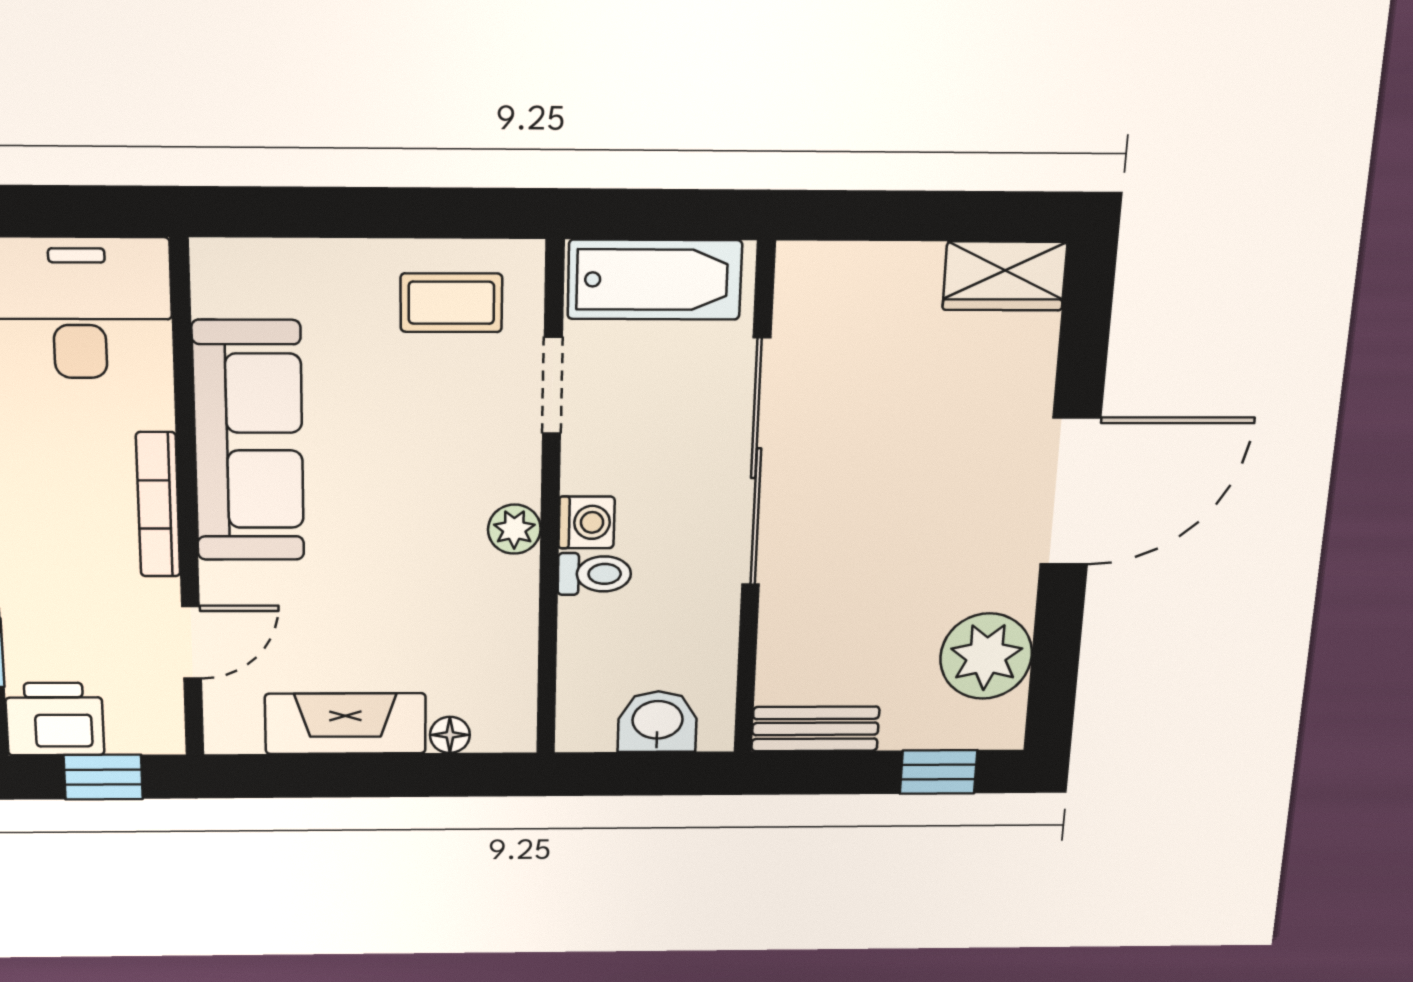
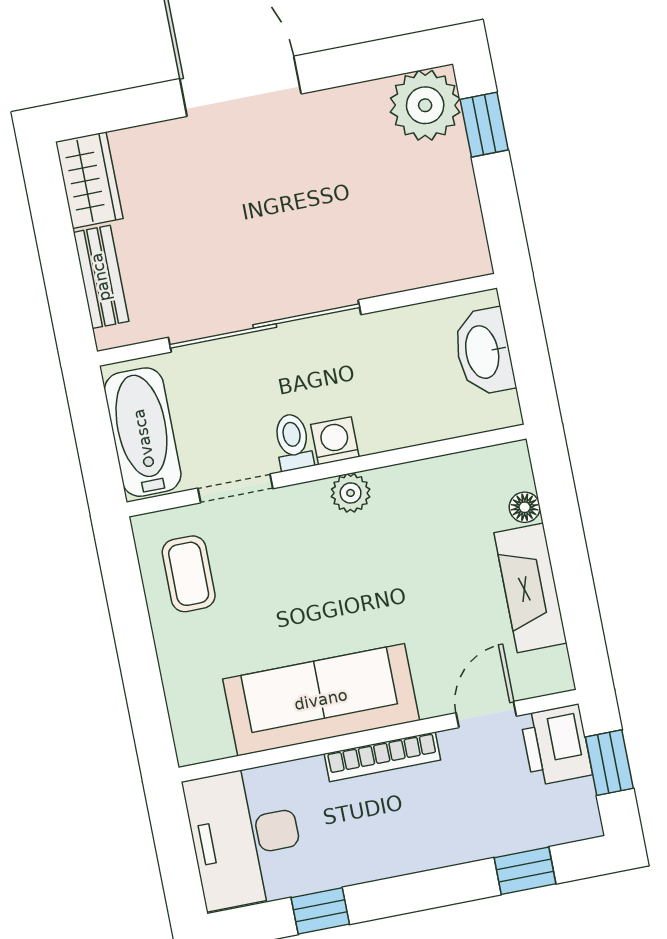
toilet: (594, 574) -> (293, 442), moved
door: (192, 642) -> (486, 715), hinge flipped
plant: (986, 656) -> (425, 105), moved
printer: (55, 719) -> (556, 745), moved
washbasin: (657, 722) -> (484, 352), width x1.38
bench: (815, 729) -> (101, 277), moved

